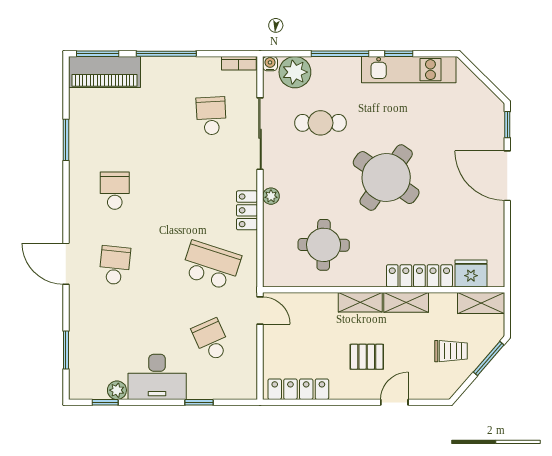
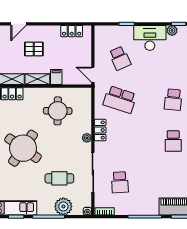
plant: (295, 72) -> (63, 206), moved
filing cabinet: (326, 306) -> (56, 77), added
locker: (298, 389) -> (72, 31), width x0.66

